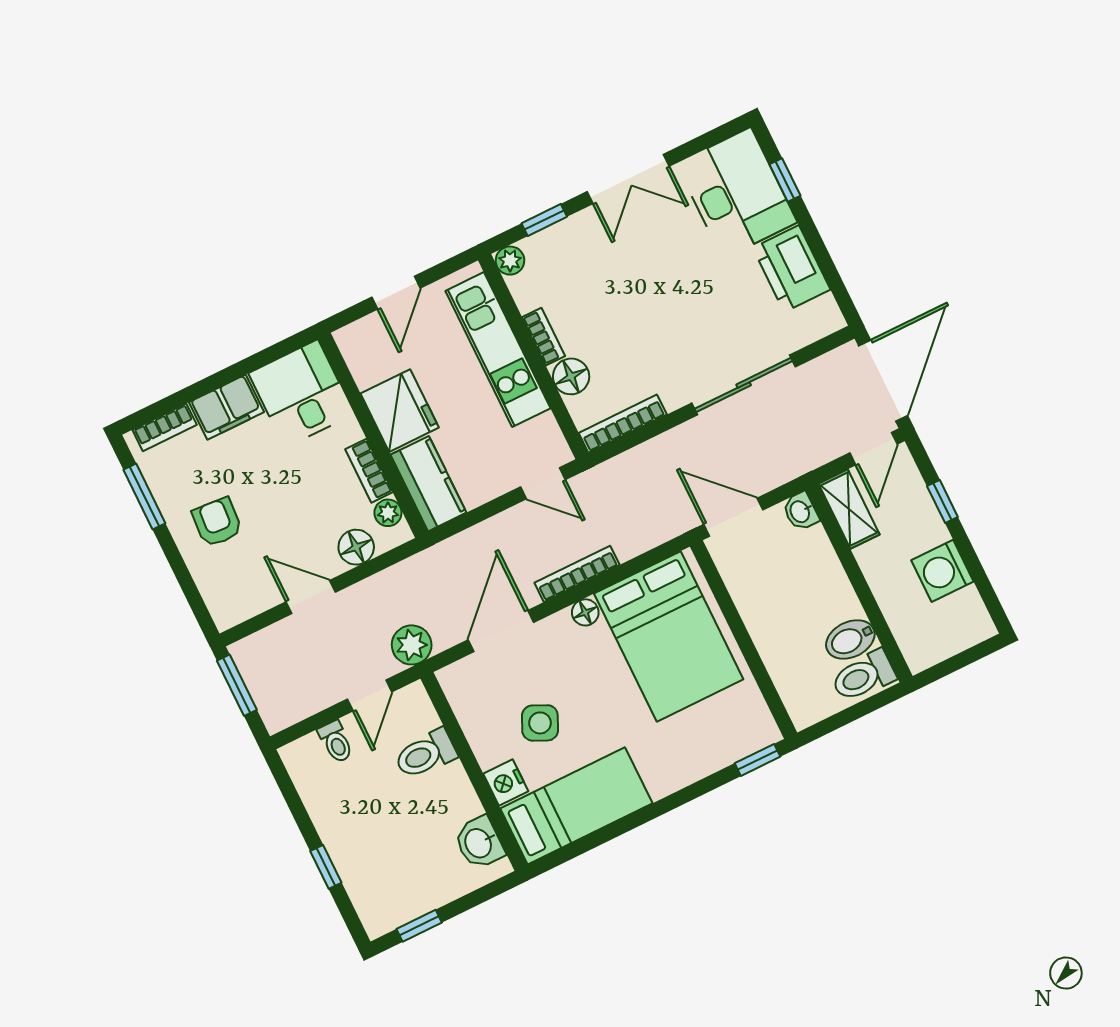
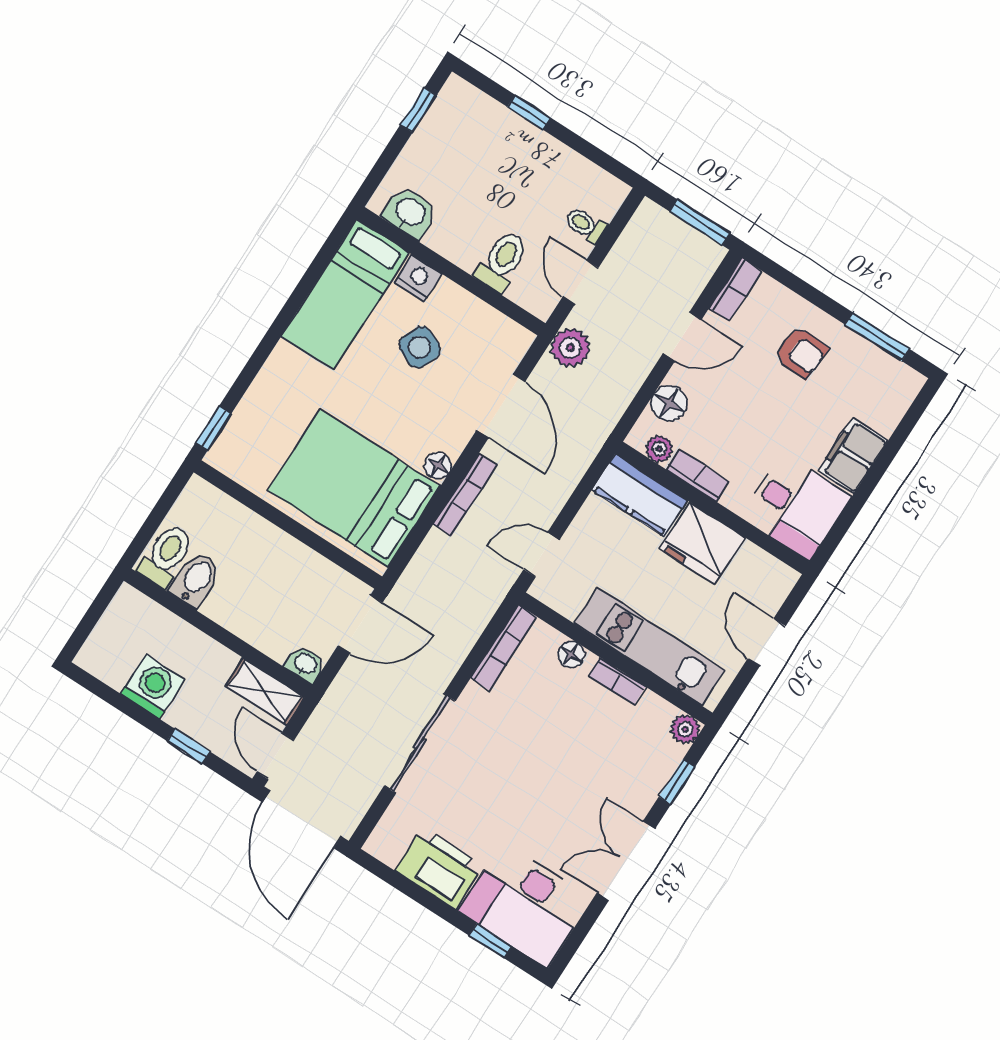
floor lamp: (571, 376) -> (571, 654), width x0.73, depth x0.73
bookcase: (165, 427) -> (735, 290), moved, turned 180

